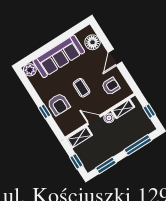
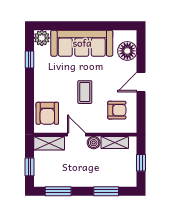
armchair: (59, 104) -> (47, 113), moved
window: (45, 111) -> (29, 60), moved
window: (138, 145) -> (106, 191), width x0.69

